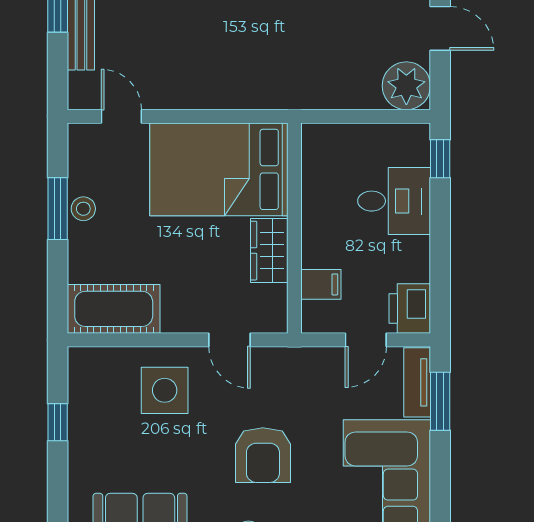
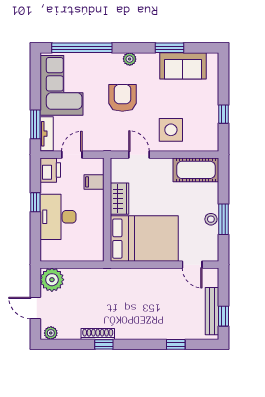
window: (440, 159) -> (35, 202), moved
desk: (394, 201) -> (58, 217), width x1.37

